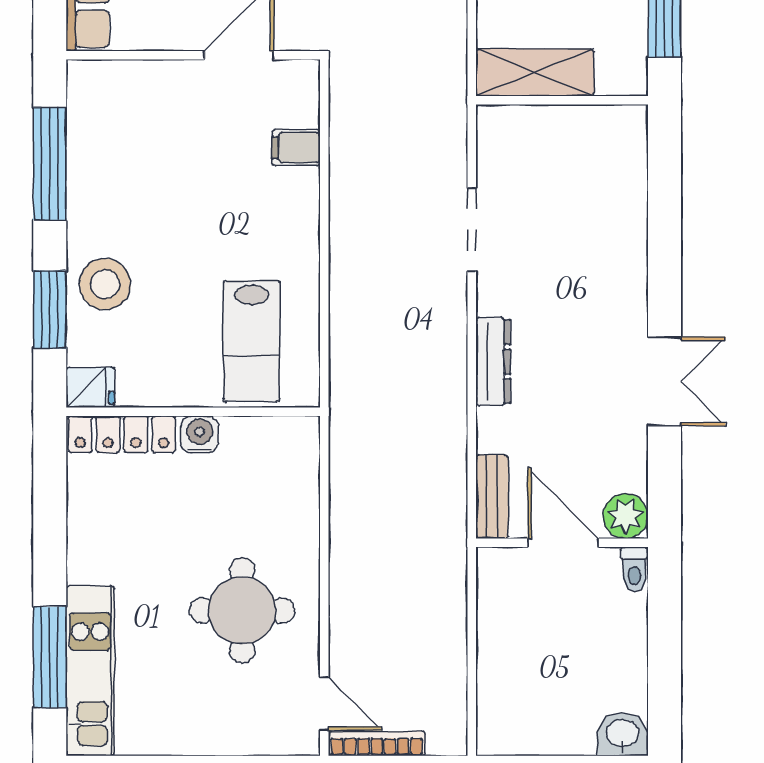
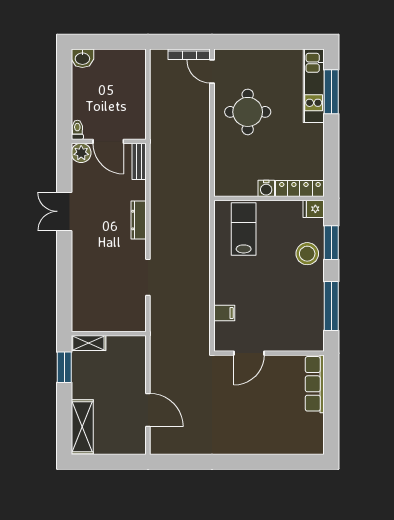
shelving: (535, 73) -> (88, 343), moved, width x0.67, depth x0.75

